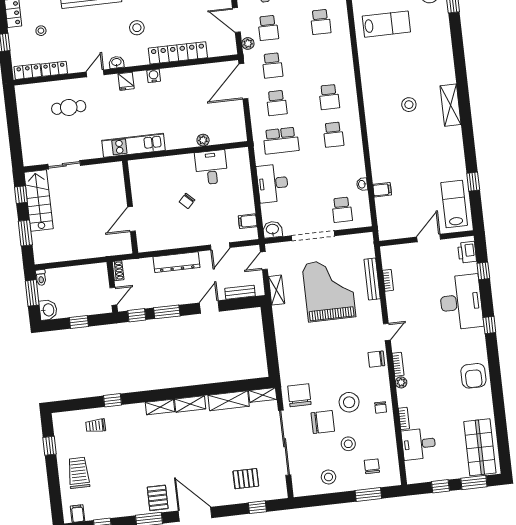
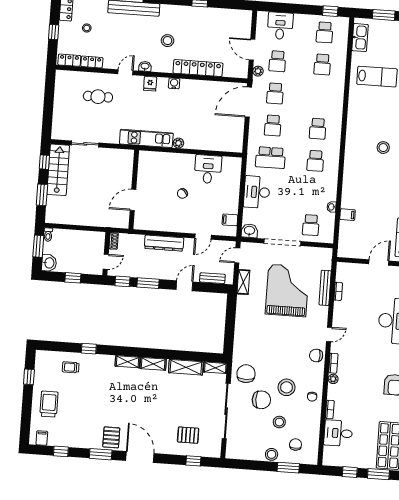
plant: (203, 140) -> (178, 143), moved
stool: (329, 477) -> (272, 454), moved

